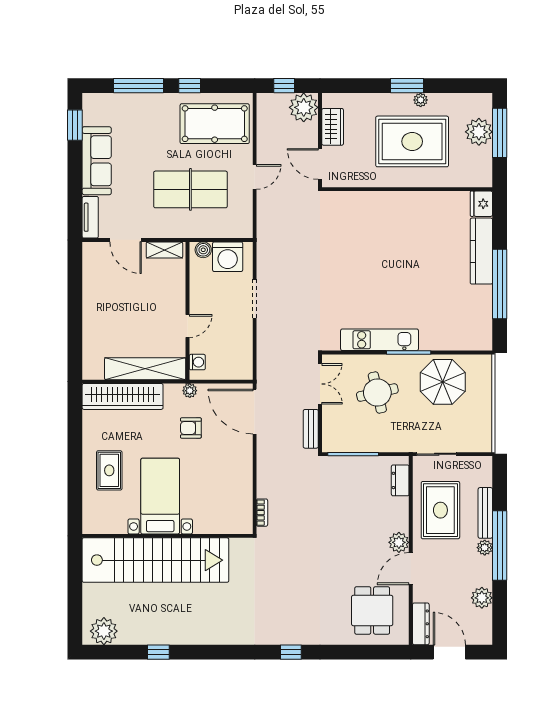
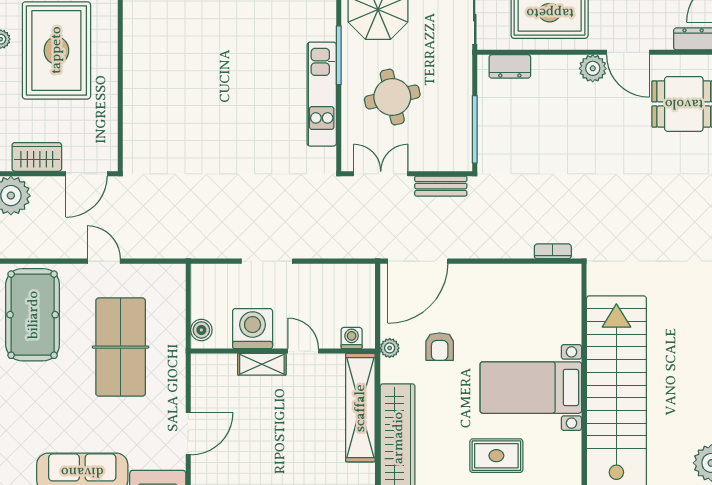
shelving: (164, 250) -> (262, 364), moved, turned 90
washing machine: (228, 257) -> (253, 329), moved, turned -90

